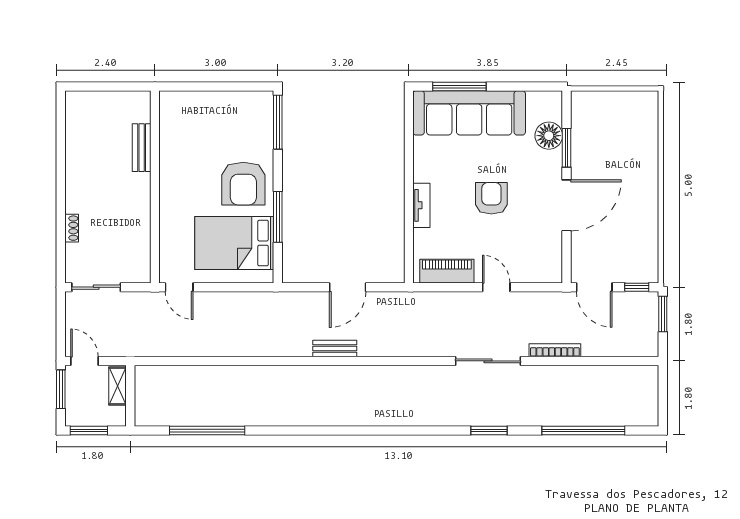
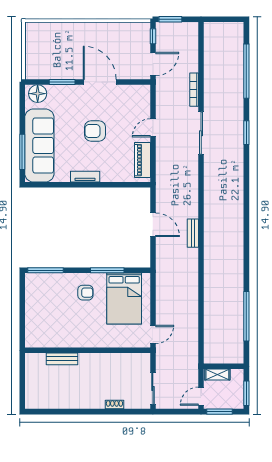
floor lamp: (549, 136) -> (38, 94), moved
armchair: (243, 184) -> (85, 293), width x0.53, depth x0.53
tv unit: (421, 205) -> (85, 177), moved

